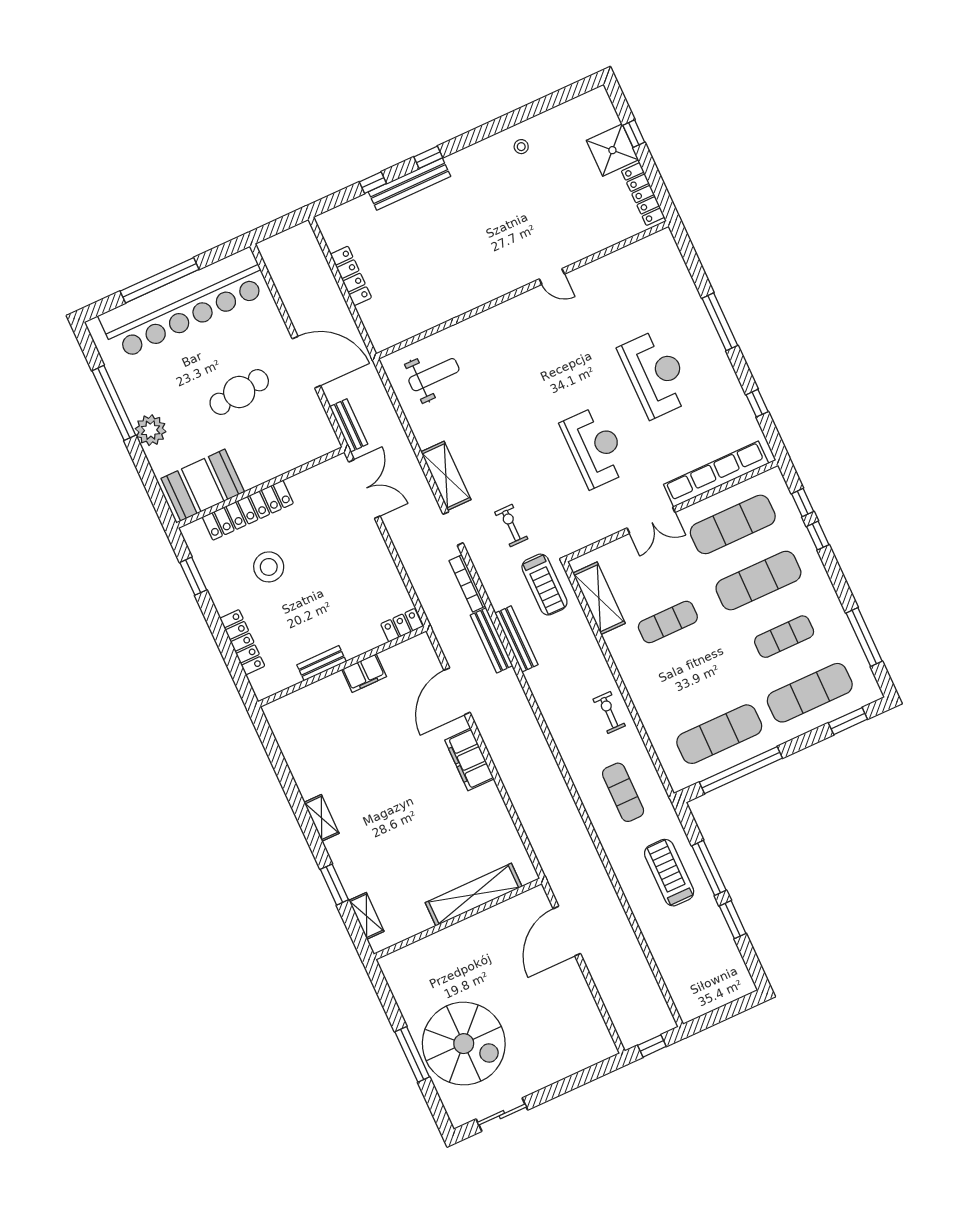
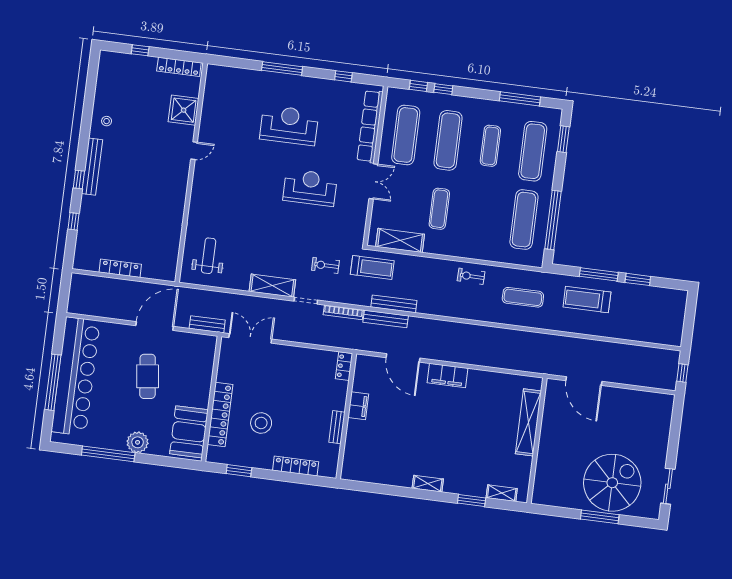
shower: (612, 150) -> (184, 110), moved
bench: (409, 184) -> (92, 167), moved

